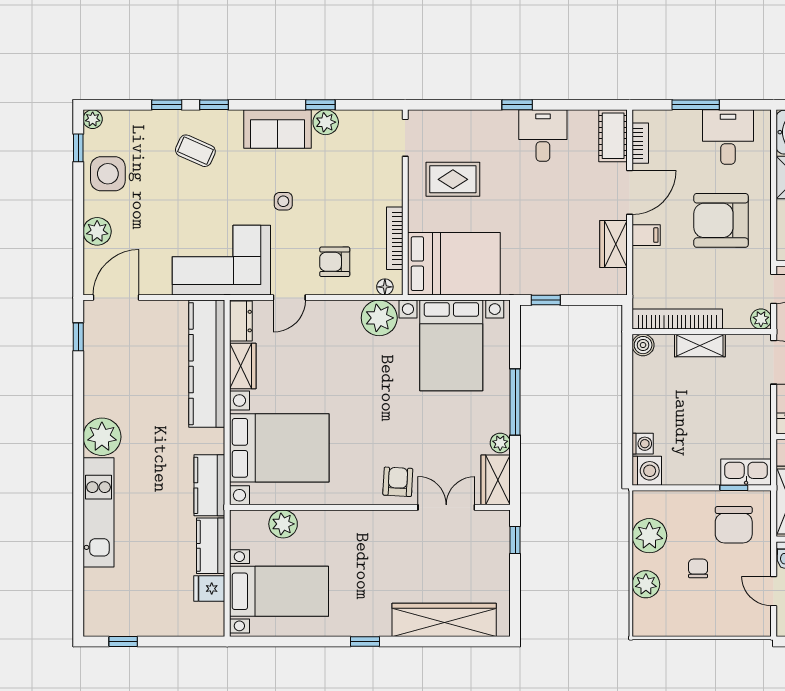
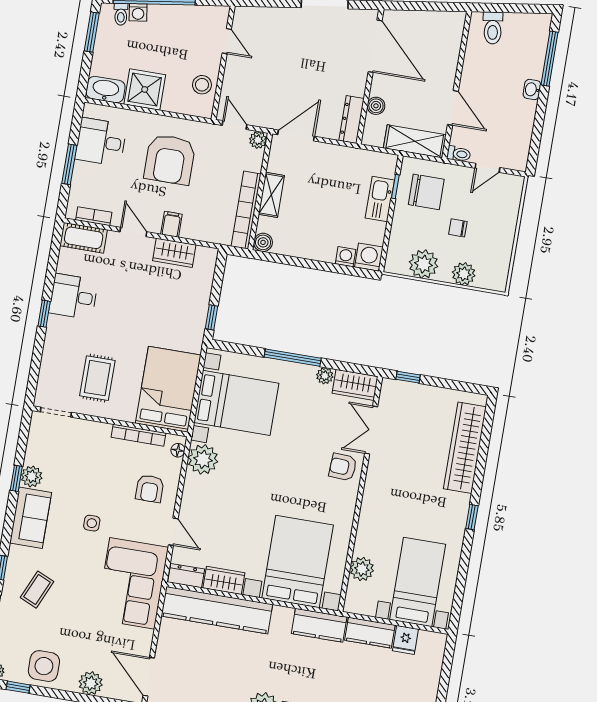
door: (630, 192) -> (133, 232), width x0.73
kitchen sink: (746, 472) -> (380, 199), moved

